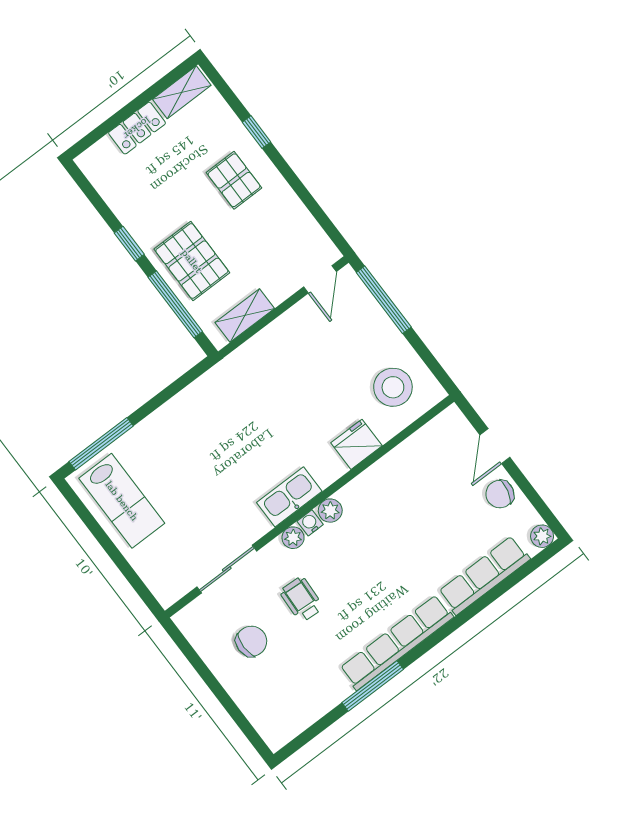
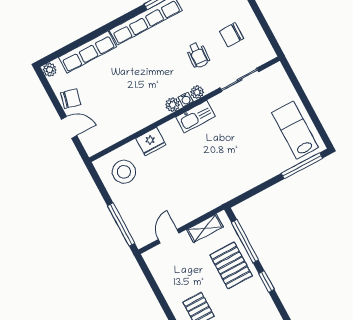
door: (320, 279) -> (169, 236), moved
door: (495, 446) -> (69, 127), hinge flipped

